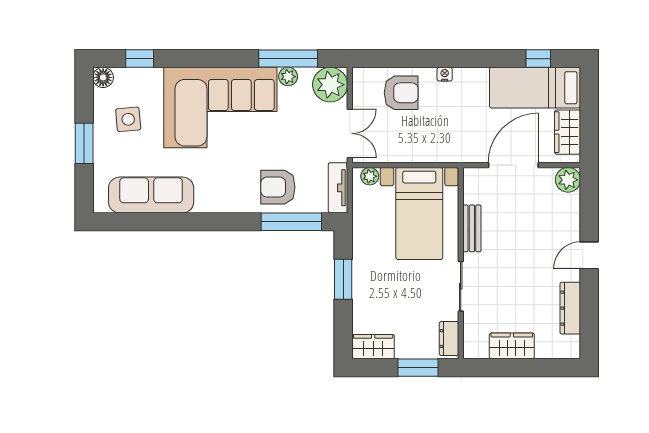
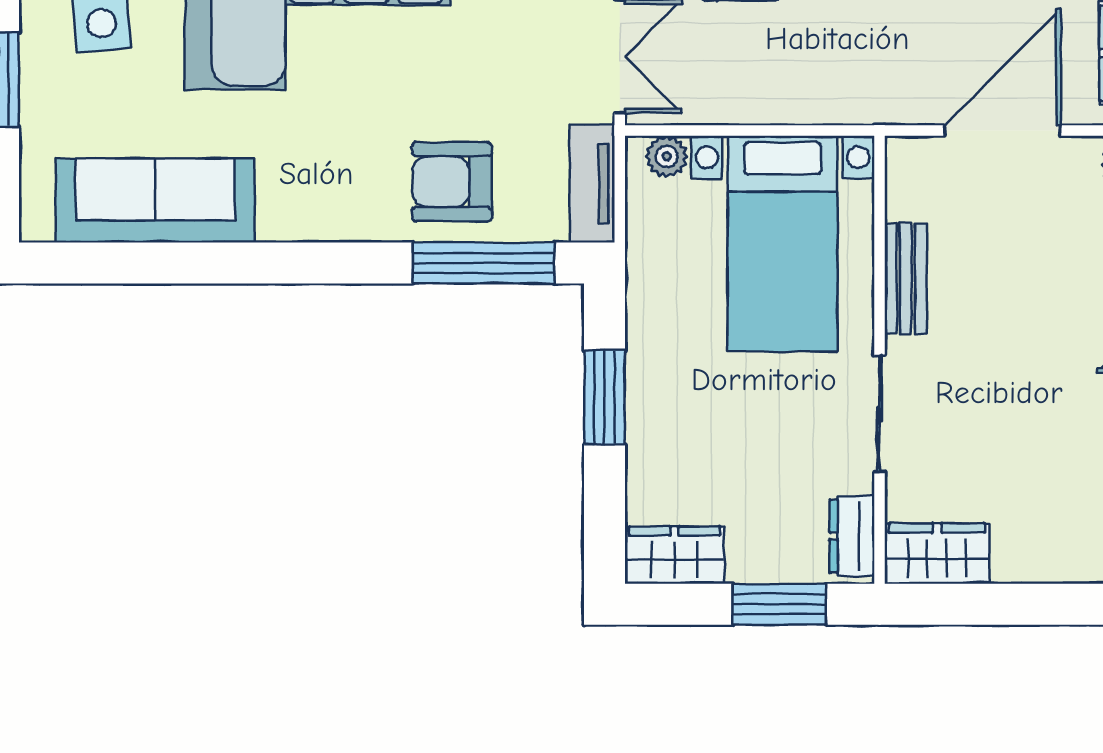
wardrobe: (512, 346) -> (937, 553), moved

